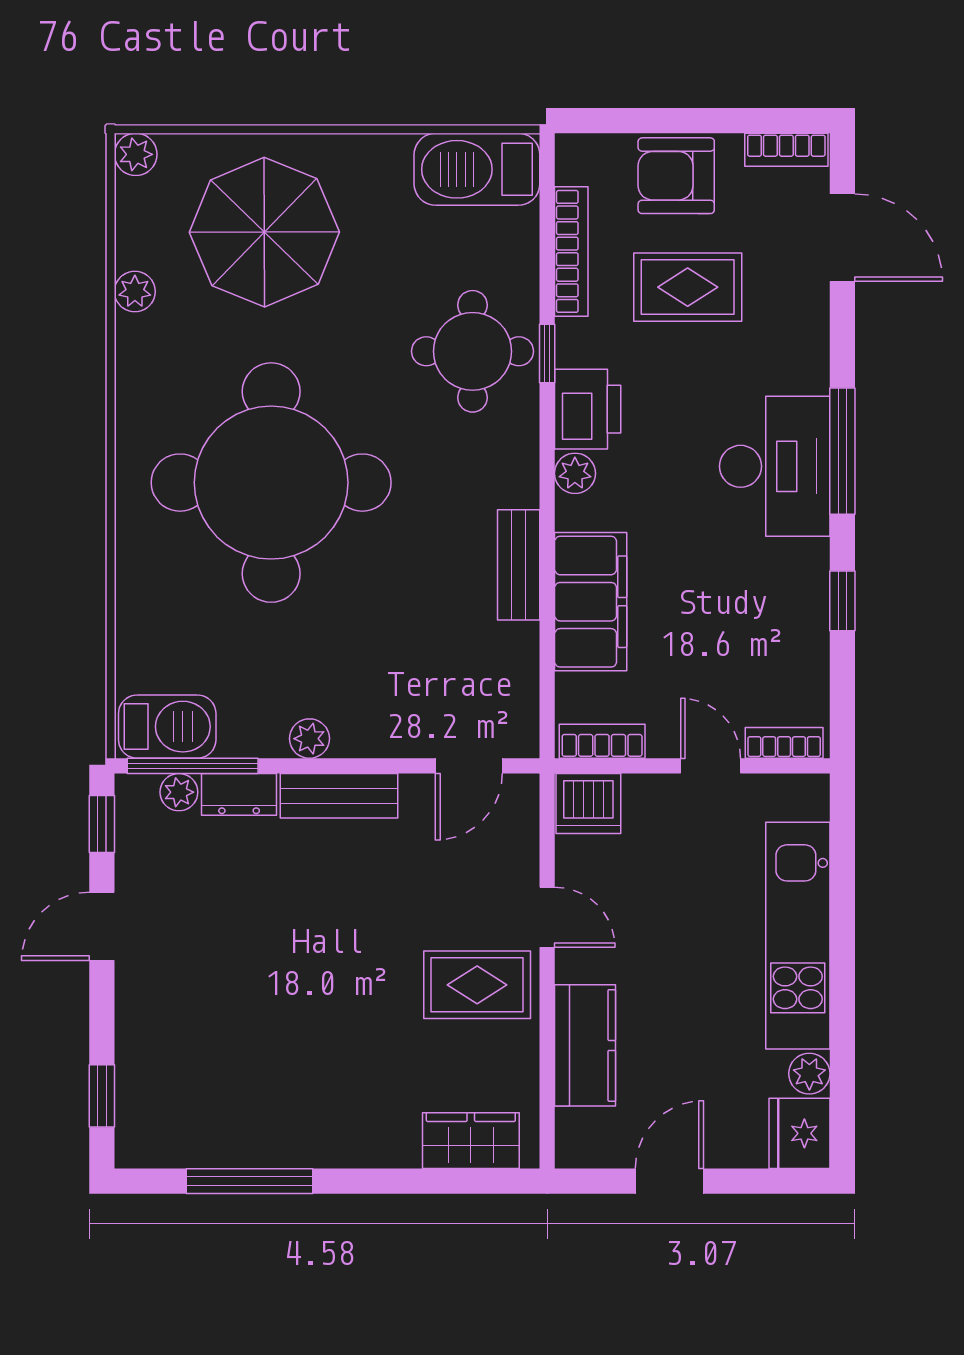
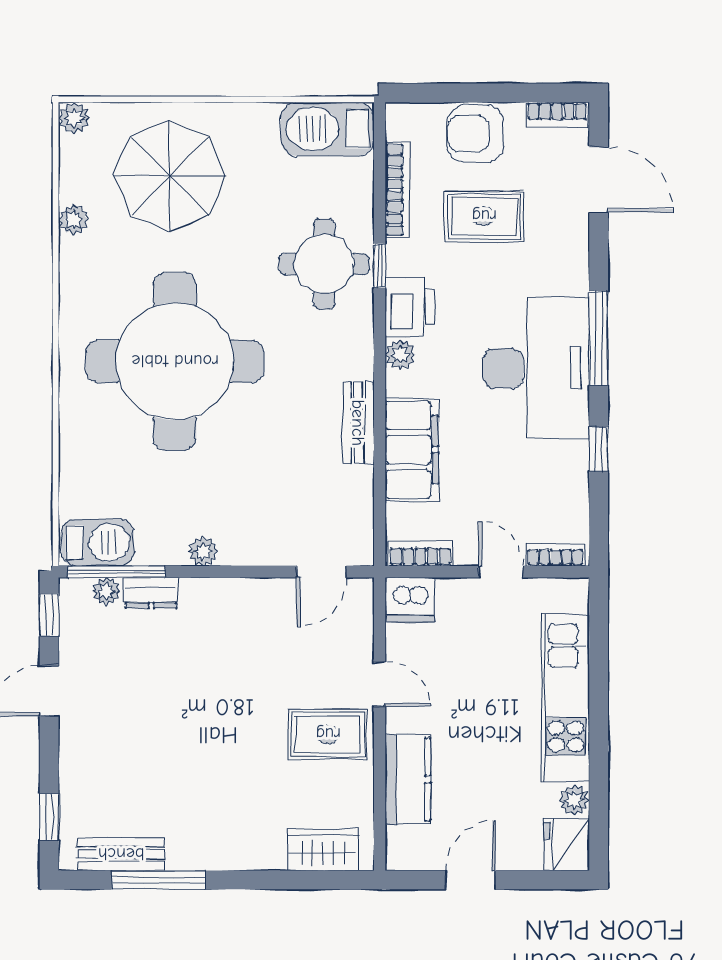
desk: (775, 466) -> (536, 368), width x1.36, depth x1.30
bench: (339, 796) -> (121, 854), moved

